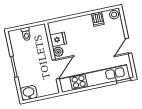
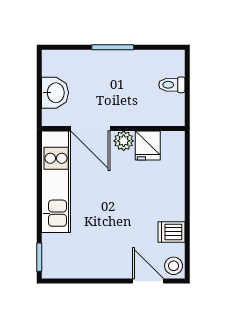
door: (128, 46) -> (148, 281), moved
kitchen unit: (94, 78) -> (56, 182), width x0.73
washbasin: (29, 93) -> (55, 93), moved

